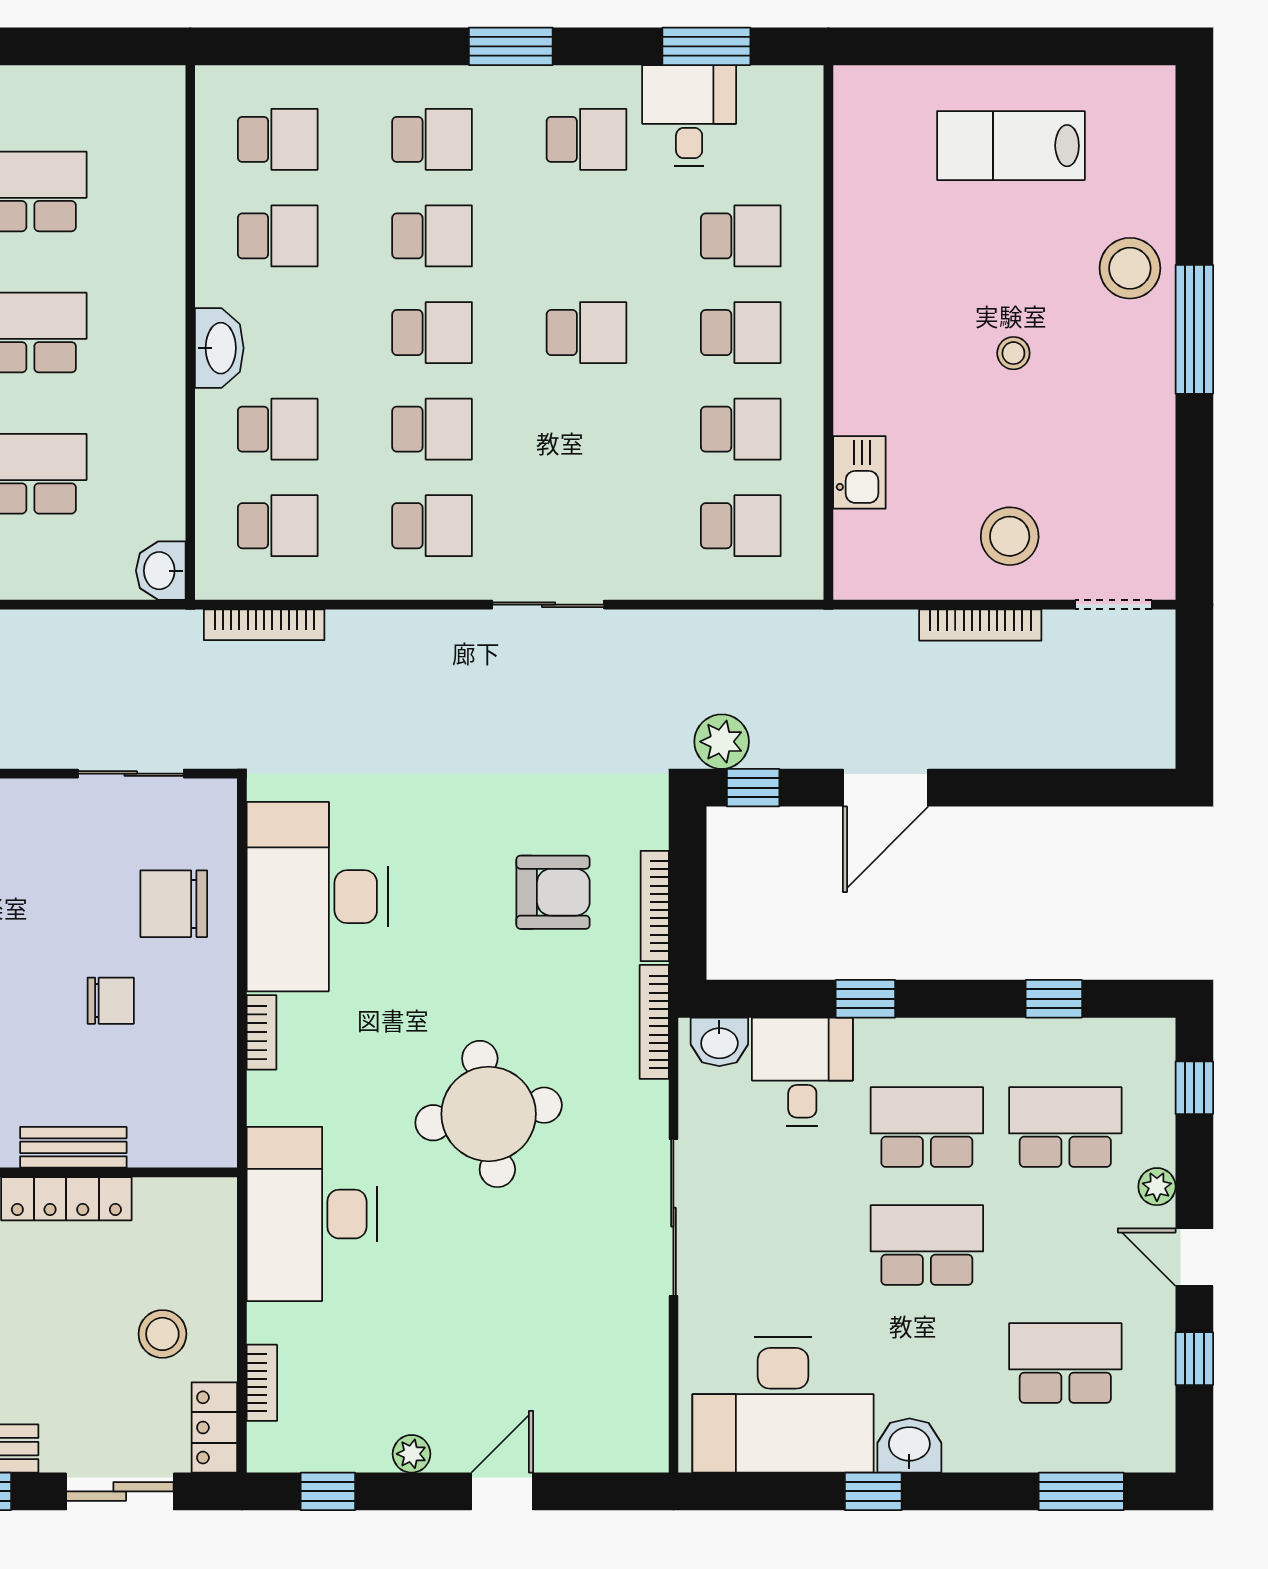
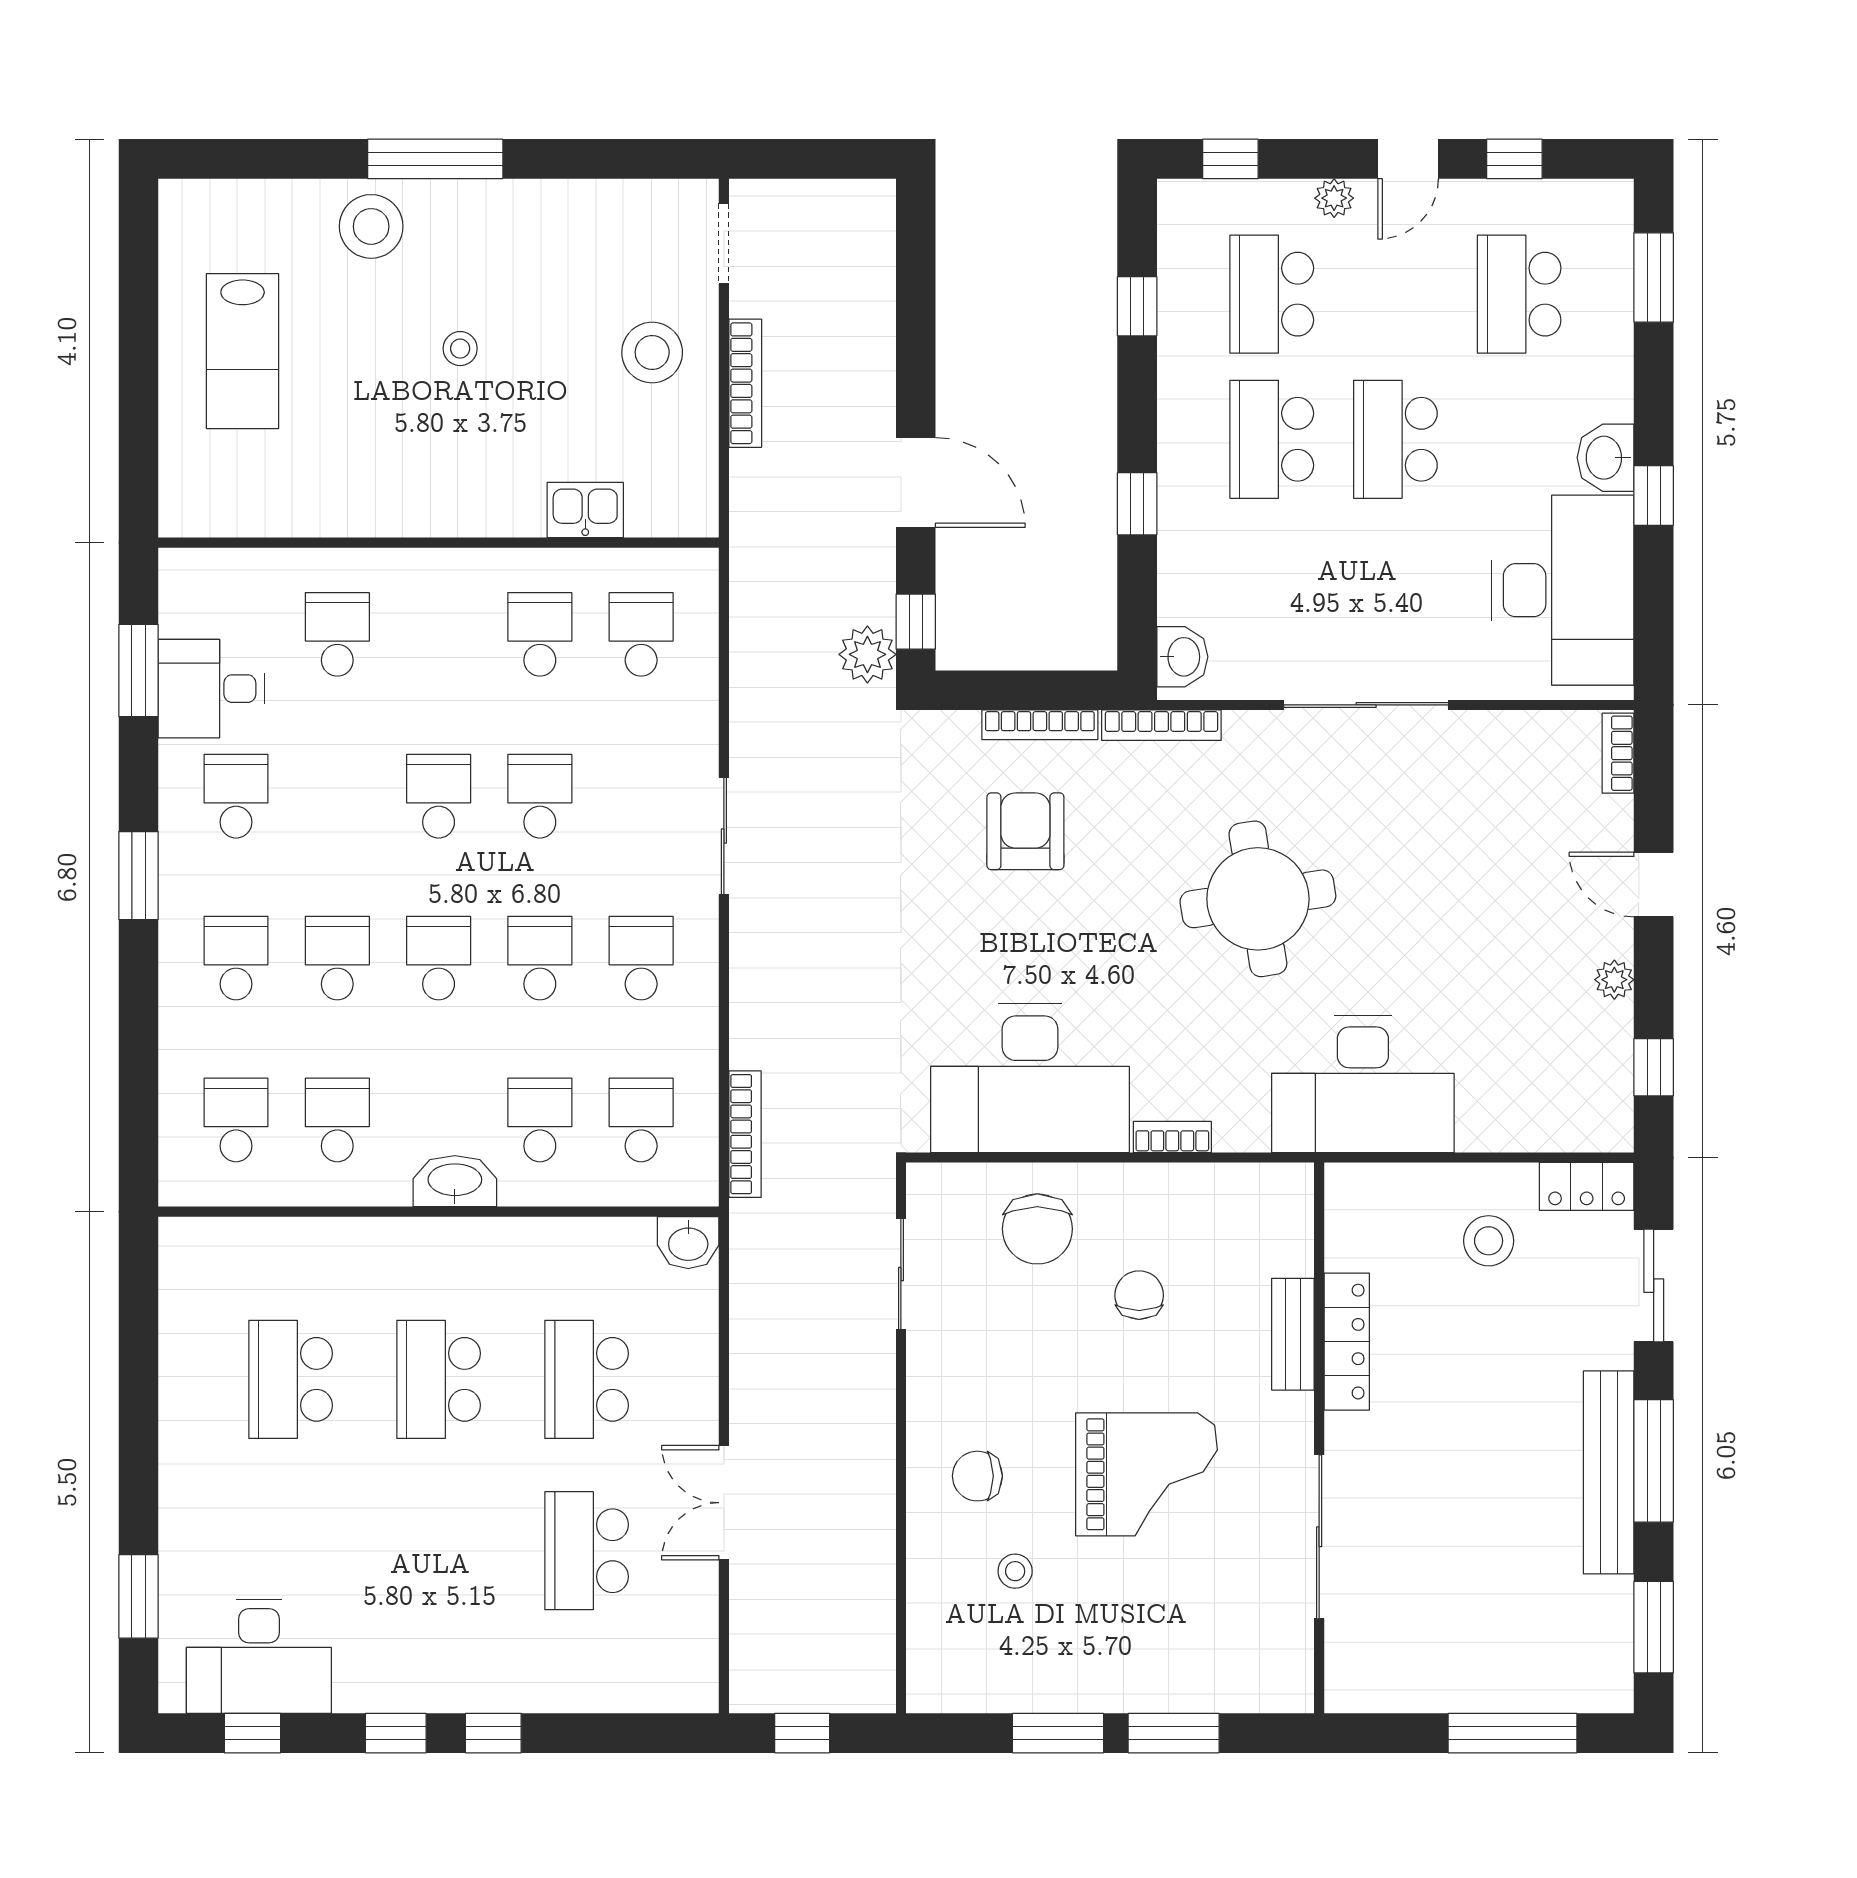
school desk: (741, 333) -> (540, 796), moved
desk: (802, 1072) -> (1214, 570), removed
bookcase: (262, 1383) -> (1618, 753), moved, turned -90

